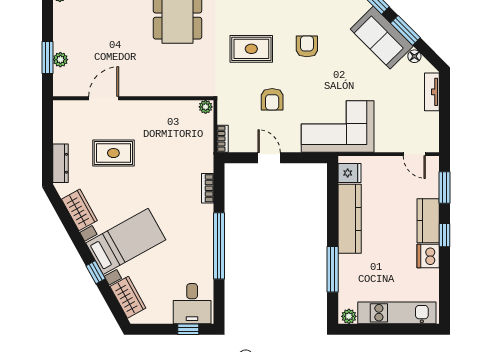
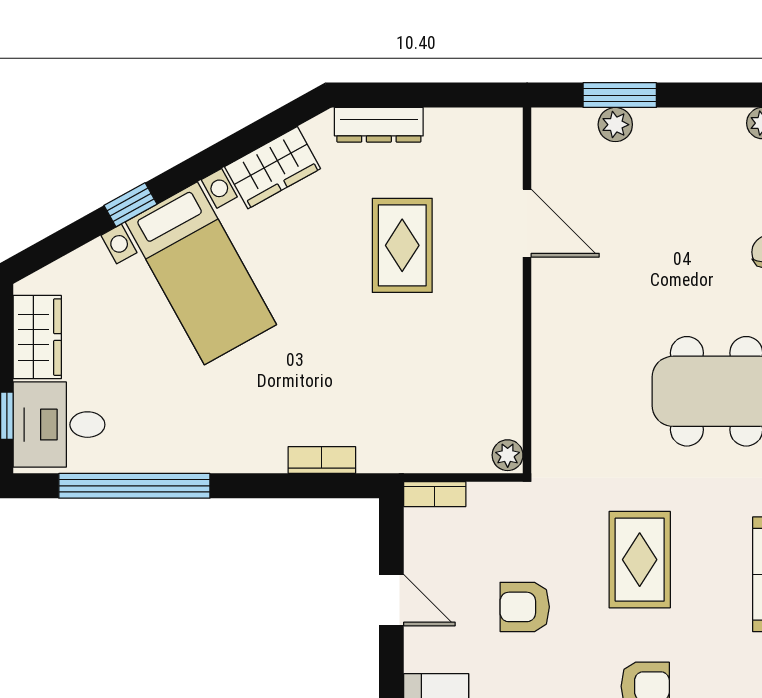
door: (269, 158) -> (391, 600), hinge flipped
window: (219, 246) -> (134, 486), moved
wardrobe: (128, 297) -> (37, 337), moved, turned -61

